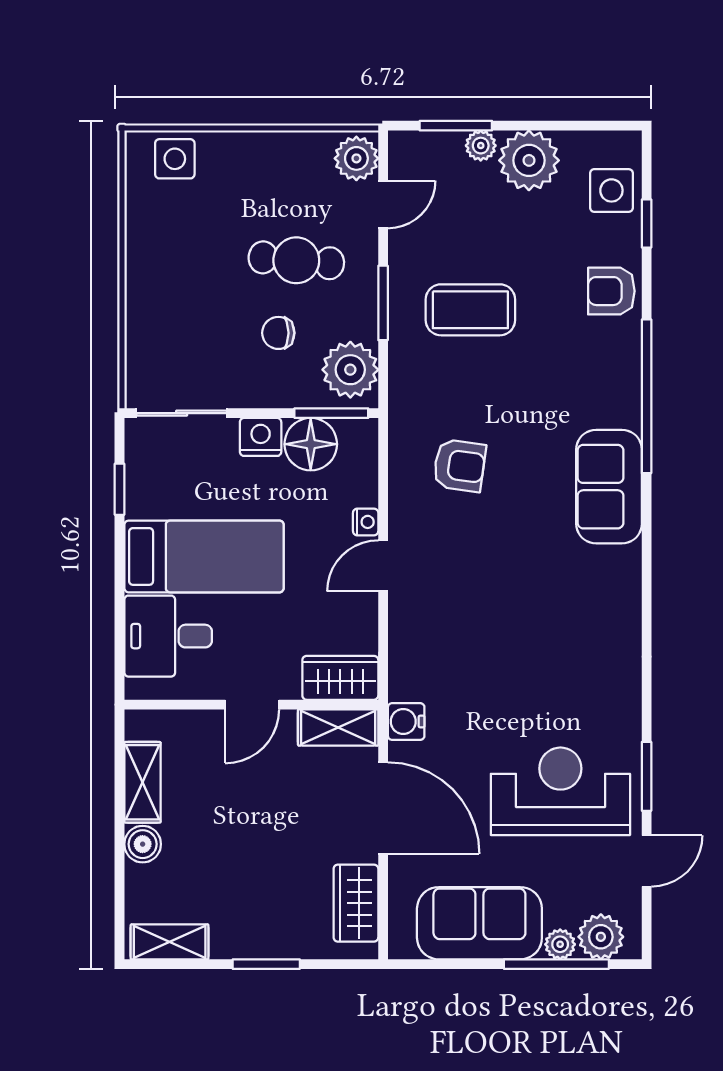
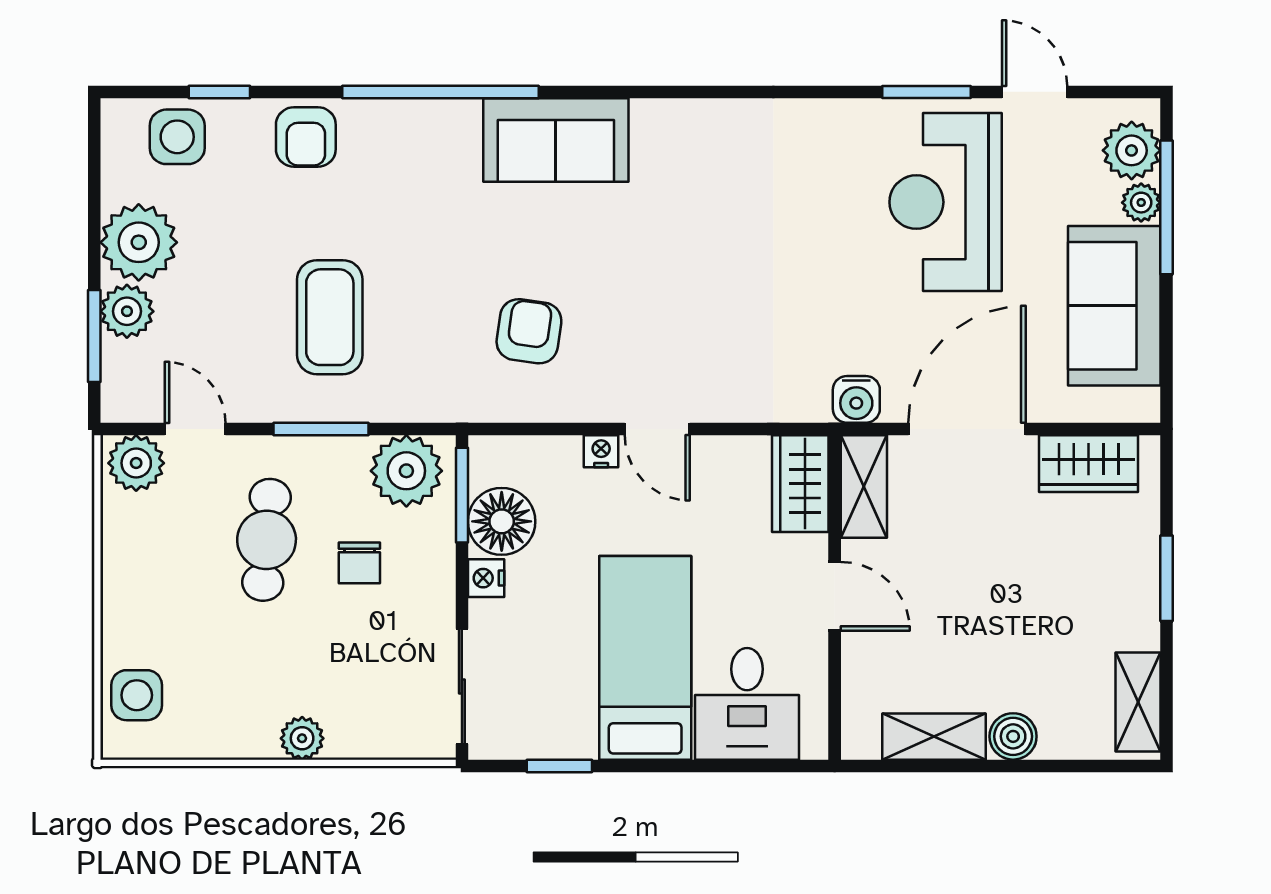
plant: (481, 146) -> (127, 311), width x1.38, depth x1.38
plant: (141, 288) -> (302, 738), added
nightstand: (261, 437) -> (486, 578), width x0.72, depth x0.74

